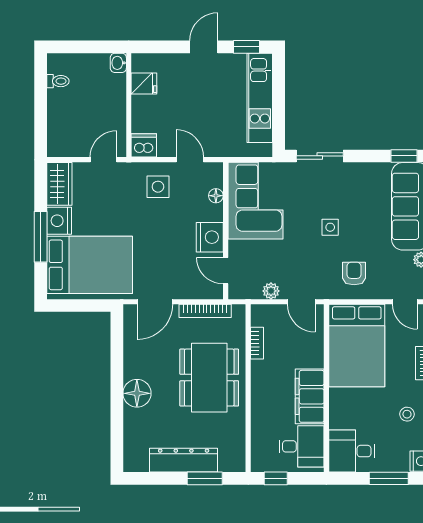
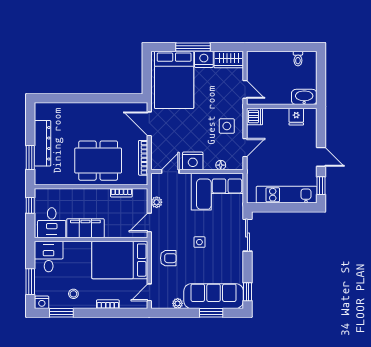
washbasin: (118, 63) -> (304, 97), width x1.91, depth x1.45
floor lamp: (137, 393) -> (88, 112), removed

